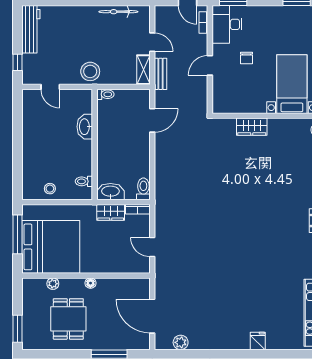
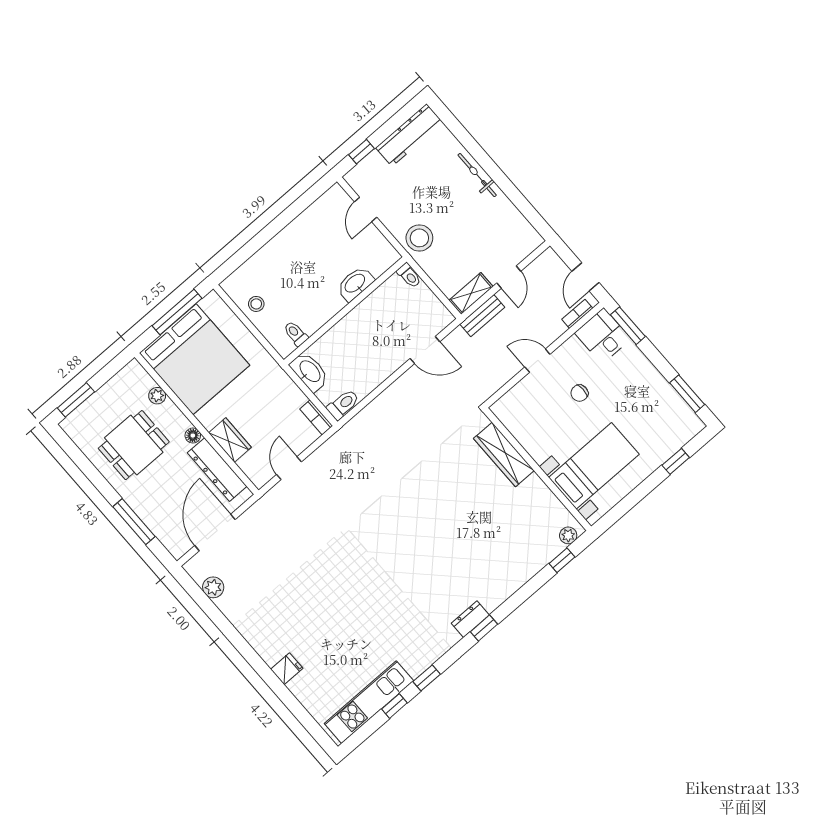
bicycle: (118, 12) -> (477, 175), moved
desk: (227, 24) -> (603, 336), width x0.73
wardrobe: (252, 127) -> (504, 454), width x1.50
wardrobe: (111, 212) -> (230, 440), moved, turned 180
dresser: (120, 286) -> (217, 470), added

